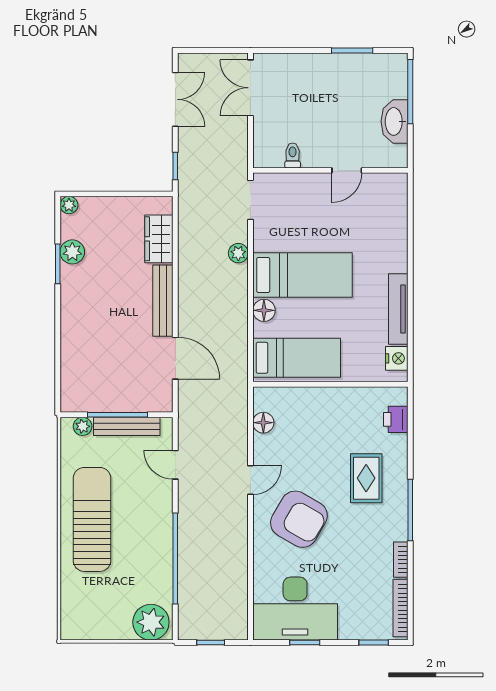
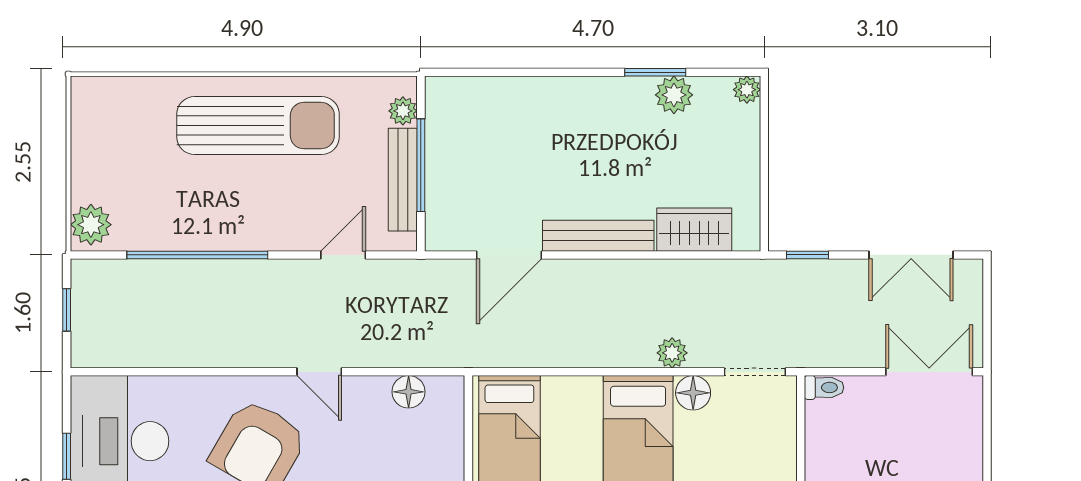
toilet: (293, 155) -> (824, 387), moved
floor lamp: (264, 310) -> (693, 393), moved
plant: (151, 622) -> (91, 225), width x0.73, depth x0.73

